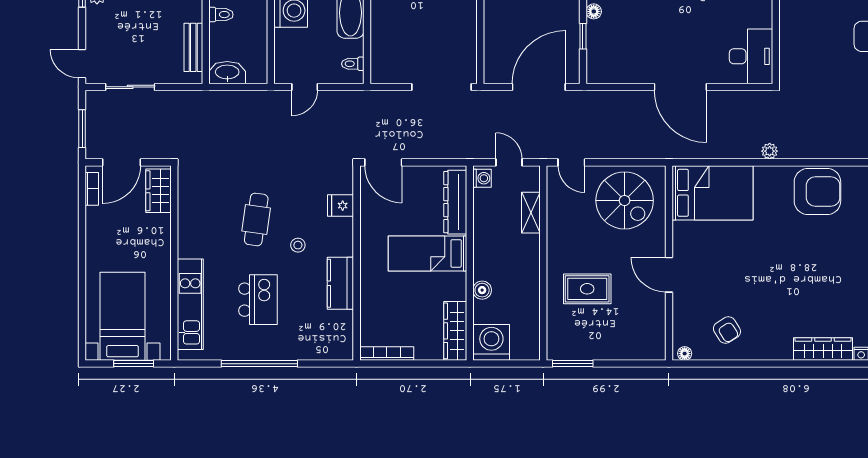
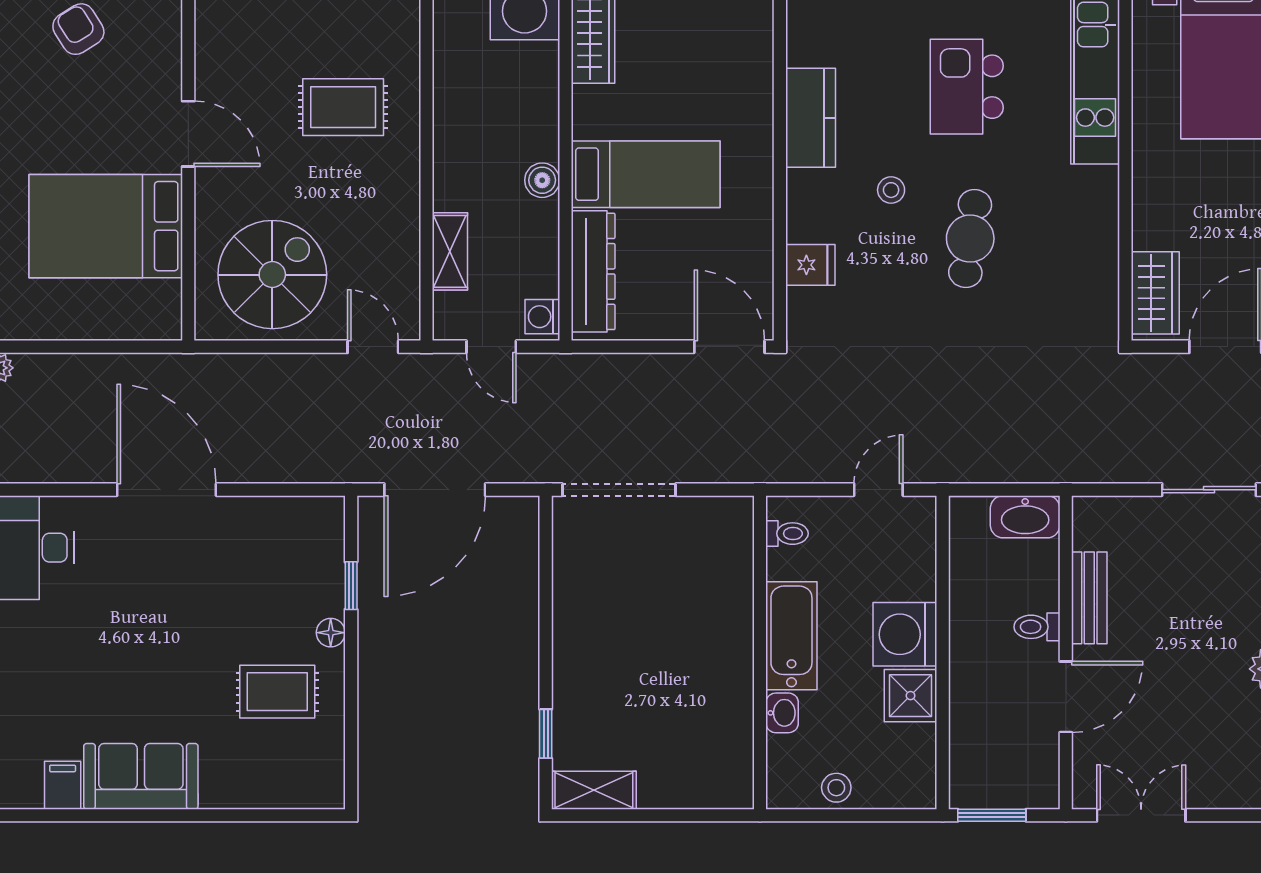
bench: (193, 47) -> (1089, 598), moved
bed: (712, 193) -> (106, 226), moved
spiral stairs: (625, 200) -> (272, 275), turned 90
boiler: (482, 290) -> (542, 180), moved

